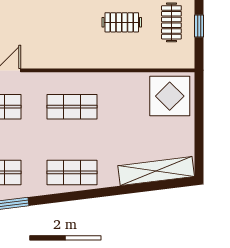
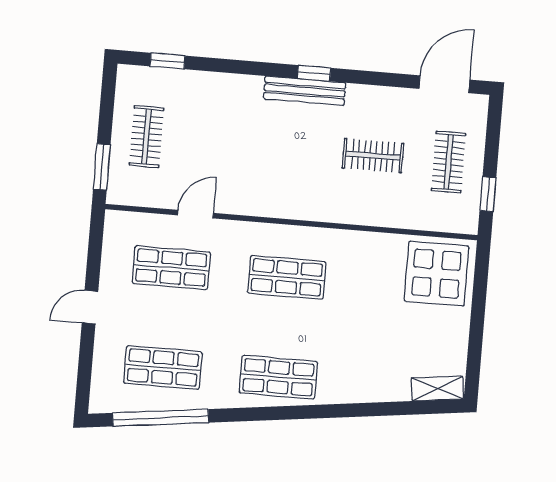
window: (199, 26) -> (488, 194), moved
shelving: (156, 171) -> (437, 388), width x0.45, depth x0.75

